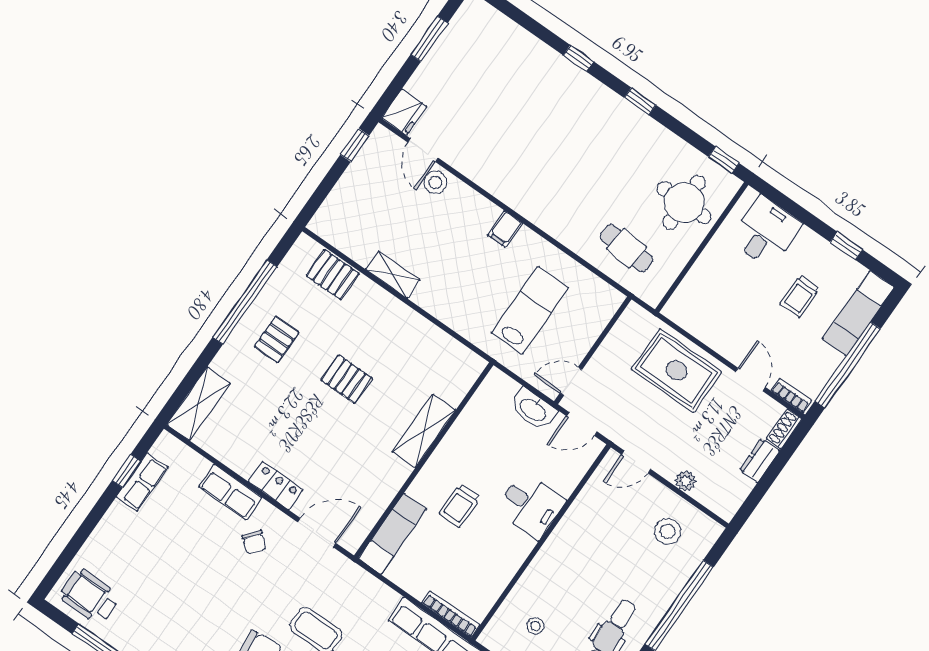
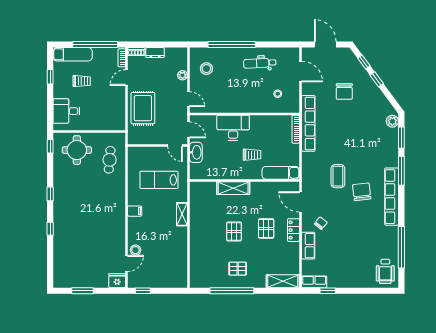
pallet: (333, 275) -> (266, 228), moved
shelving: (393, 275) -> (182, 214), moved
row of seats: (142, 482) -> (314, 282), moved
desk: (531, 505) -> (233, 128), width x1.37

